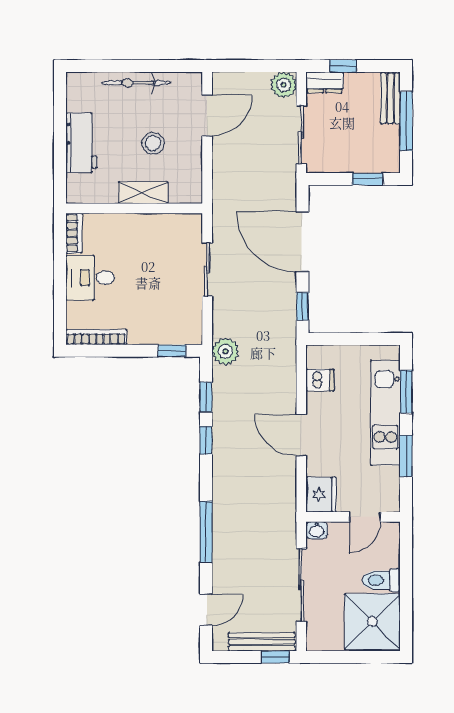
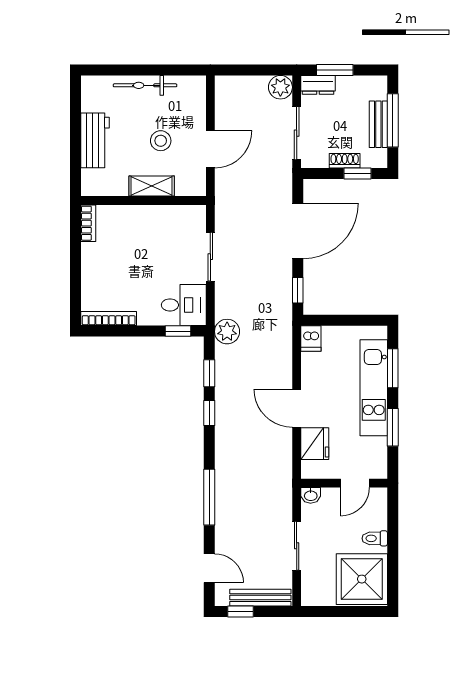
window: (343, 66) -> (335, 70), width x1.50
bench: (390, 98) -> (378, 124), moved
door: (207, 115) -> (210, 149), moved
shoe rack: (354, 165) -> (345, 161), added
door: (302, 242) -> (298, 231), swing flipped
desk: (90, 278) -> (184, 305), moved, turned 180
dishwasher: (320, 380) -> (311, 338), moved, turned 90
fridge: (321, 495) -> (315, 444), moved
toilet: (381, 580) -> (375, 538), width x0.73, depth x0.72
sliding door: (301, 585) -> (297, 546), width x0.73
door: (206, 610) -> (209, 568), hinge flipped
window: (275, 657) -> (241, 612), moved

